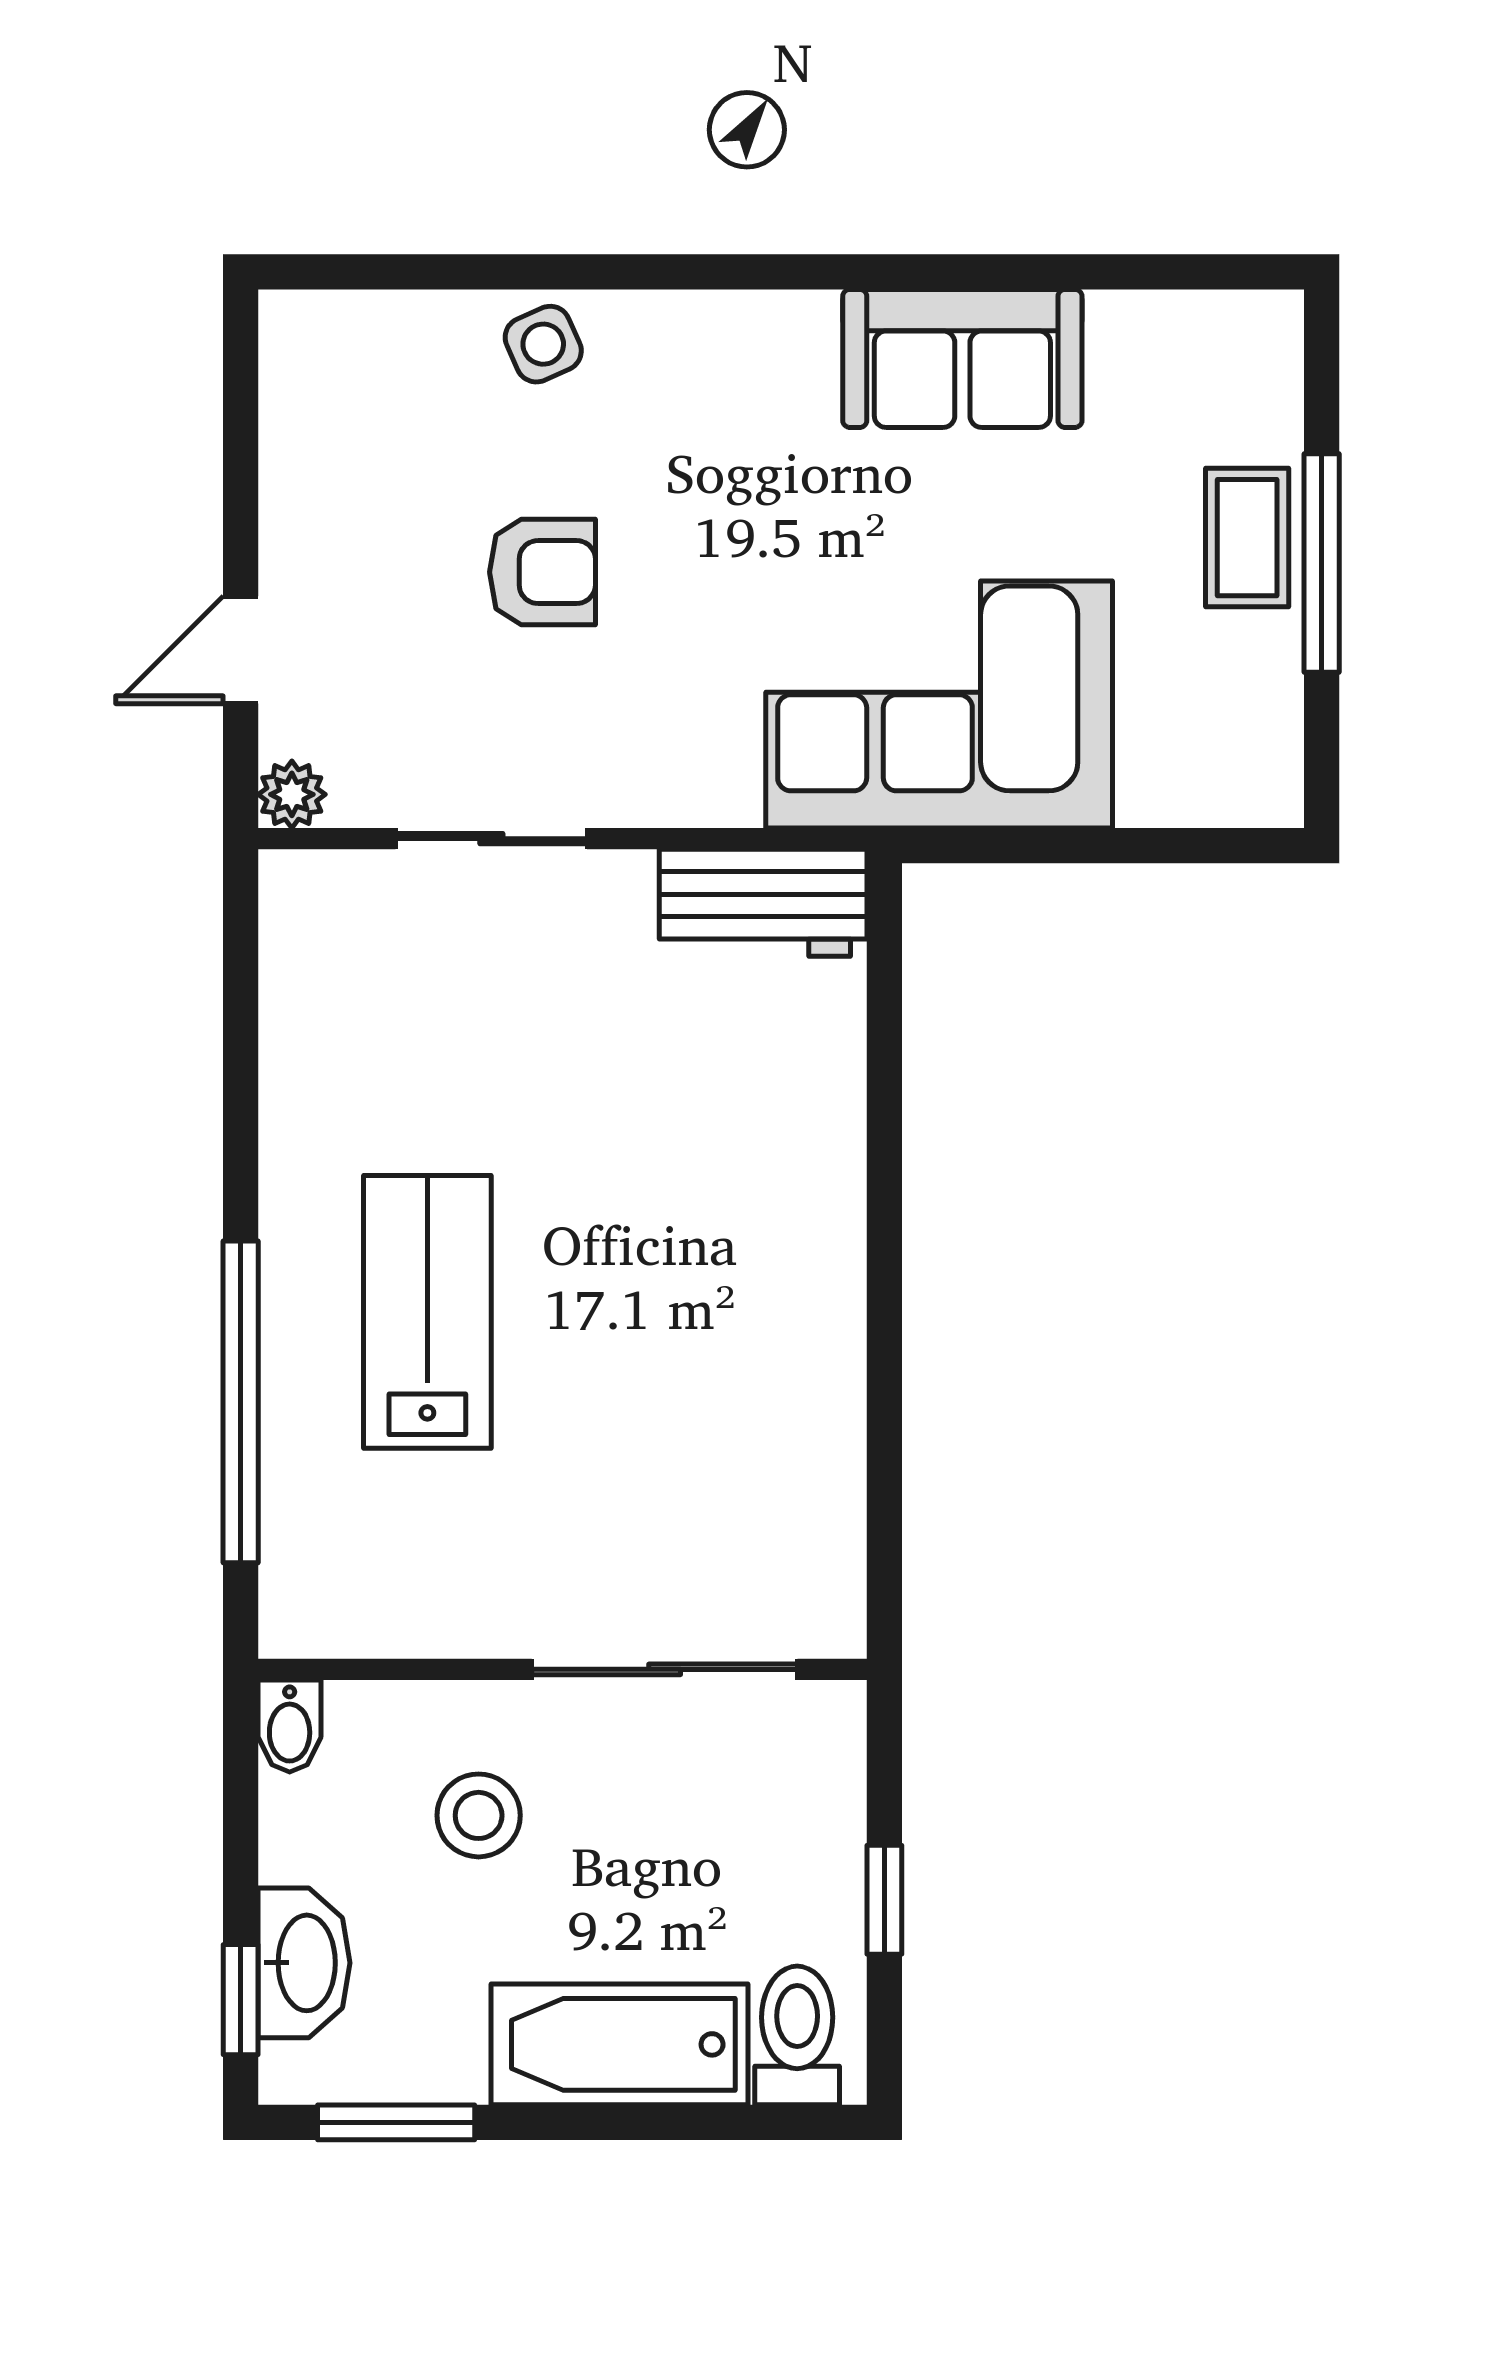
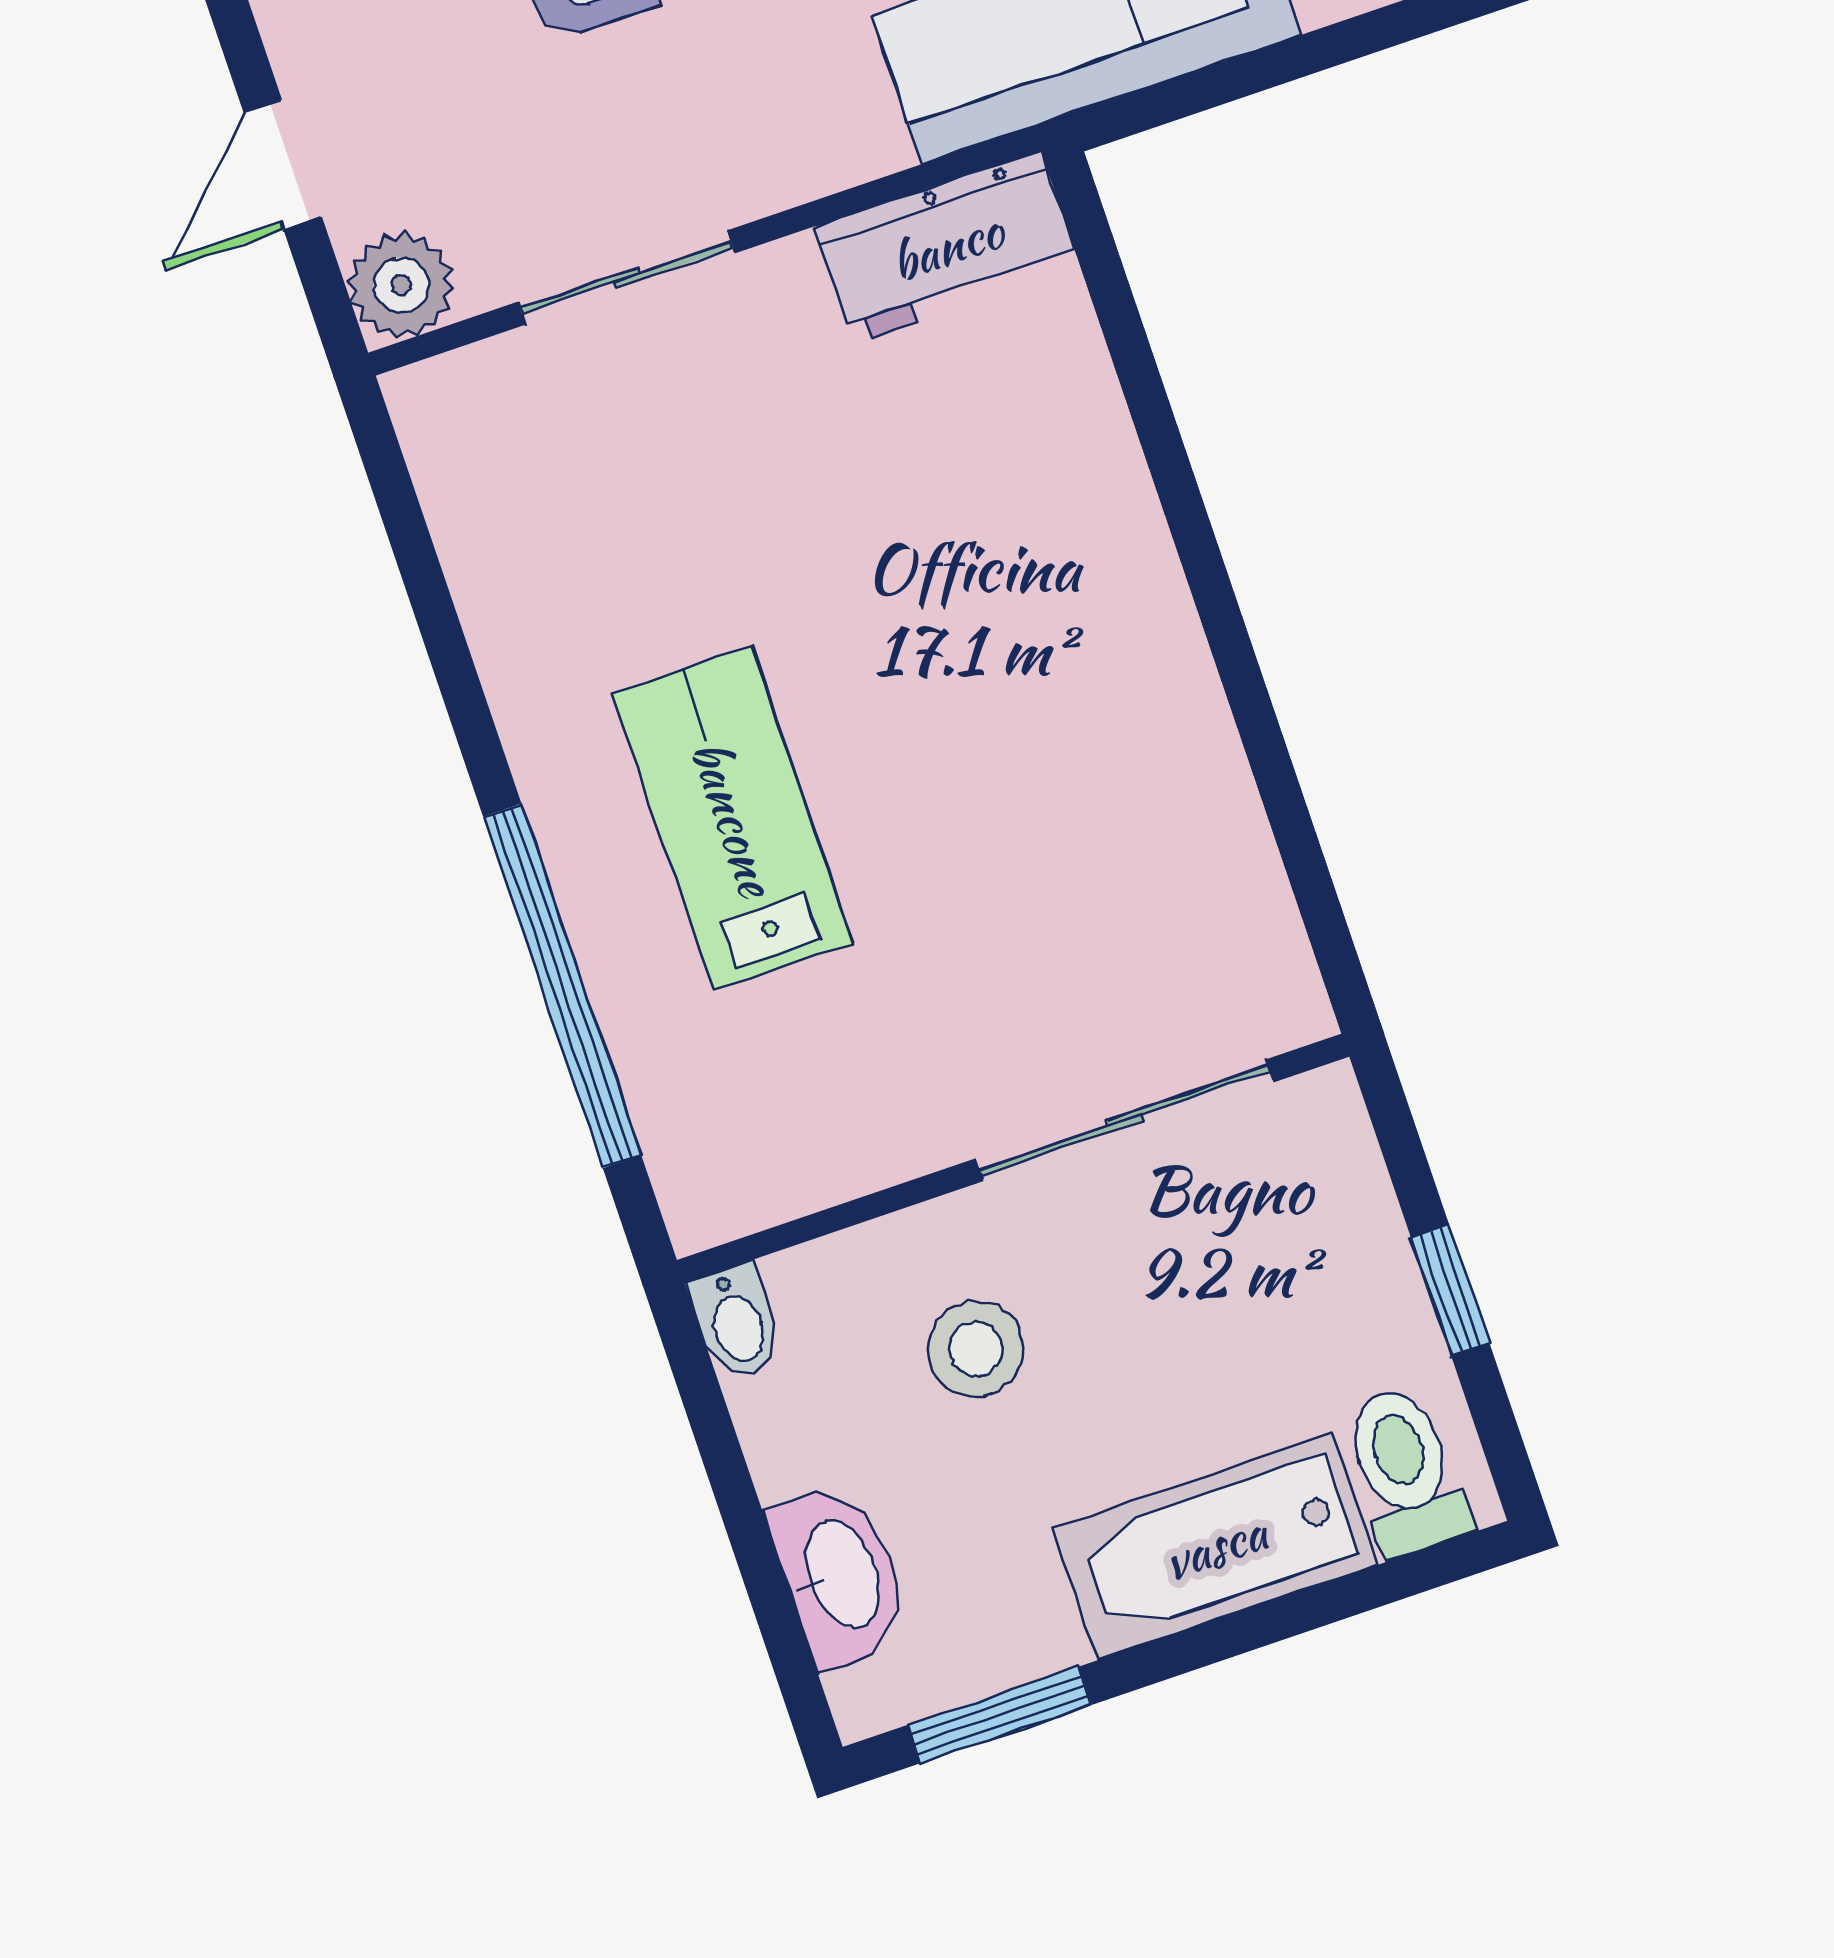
plant: (292, 794) -> (401, 285), width x1.38, depth x1.38
window: (241, 2000) -> (784, 1639), removed

